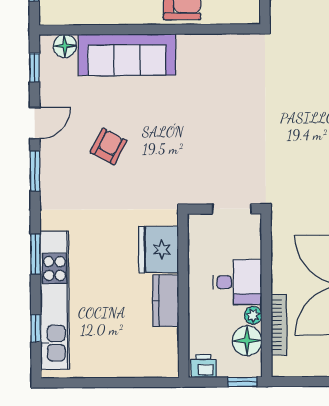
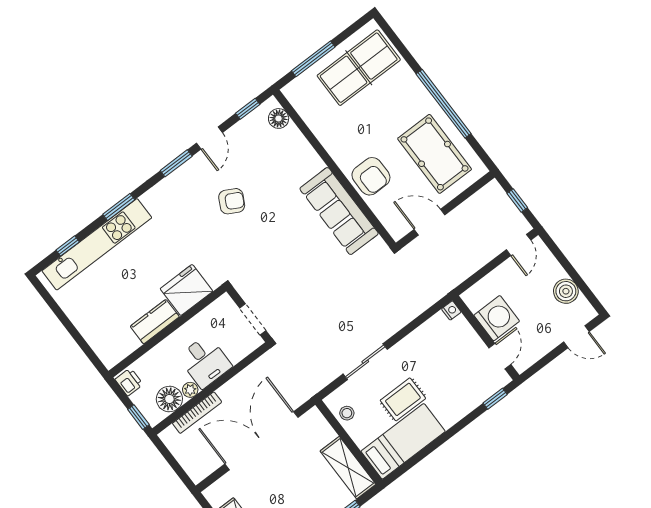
sofa: (127, 55) -> (339, 211), moved
door: (35, 123) -> (209, 138), hinge flipped

